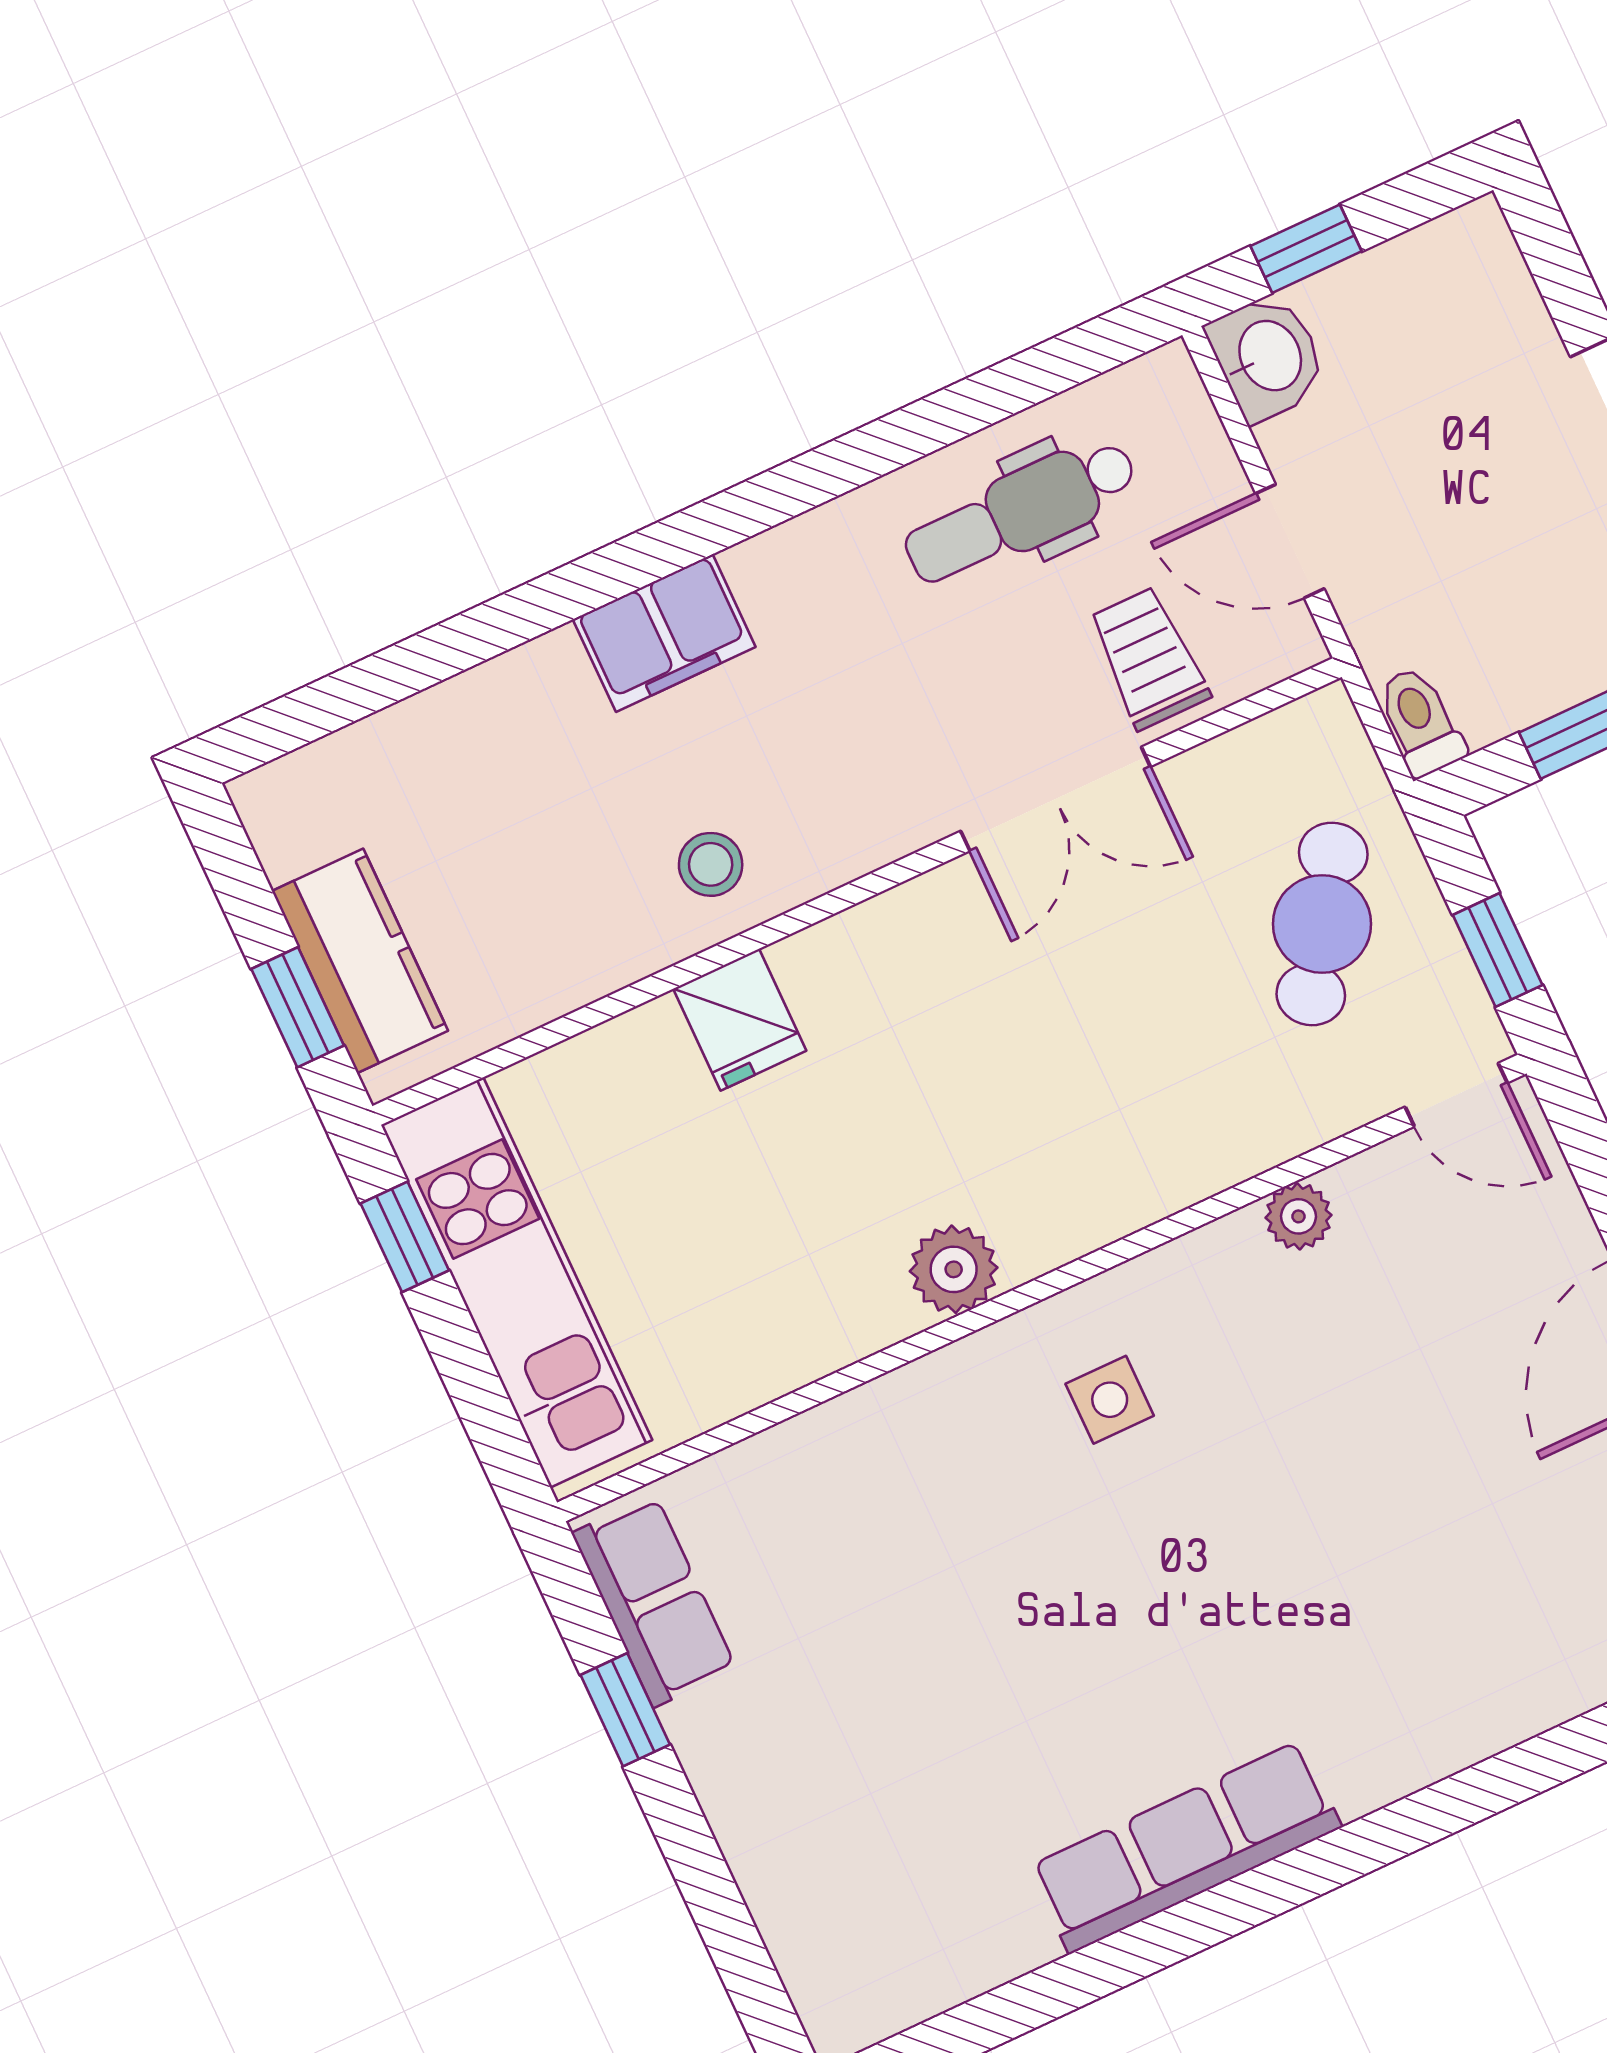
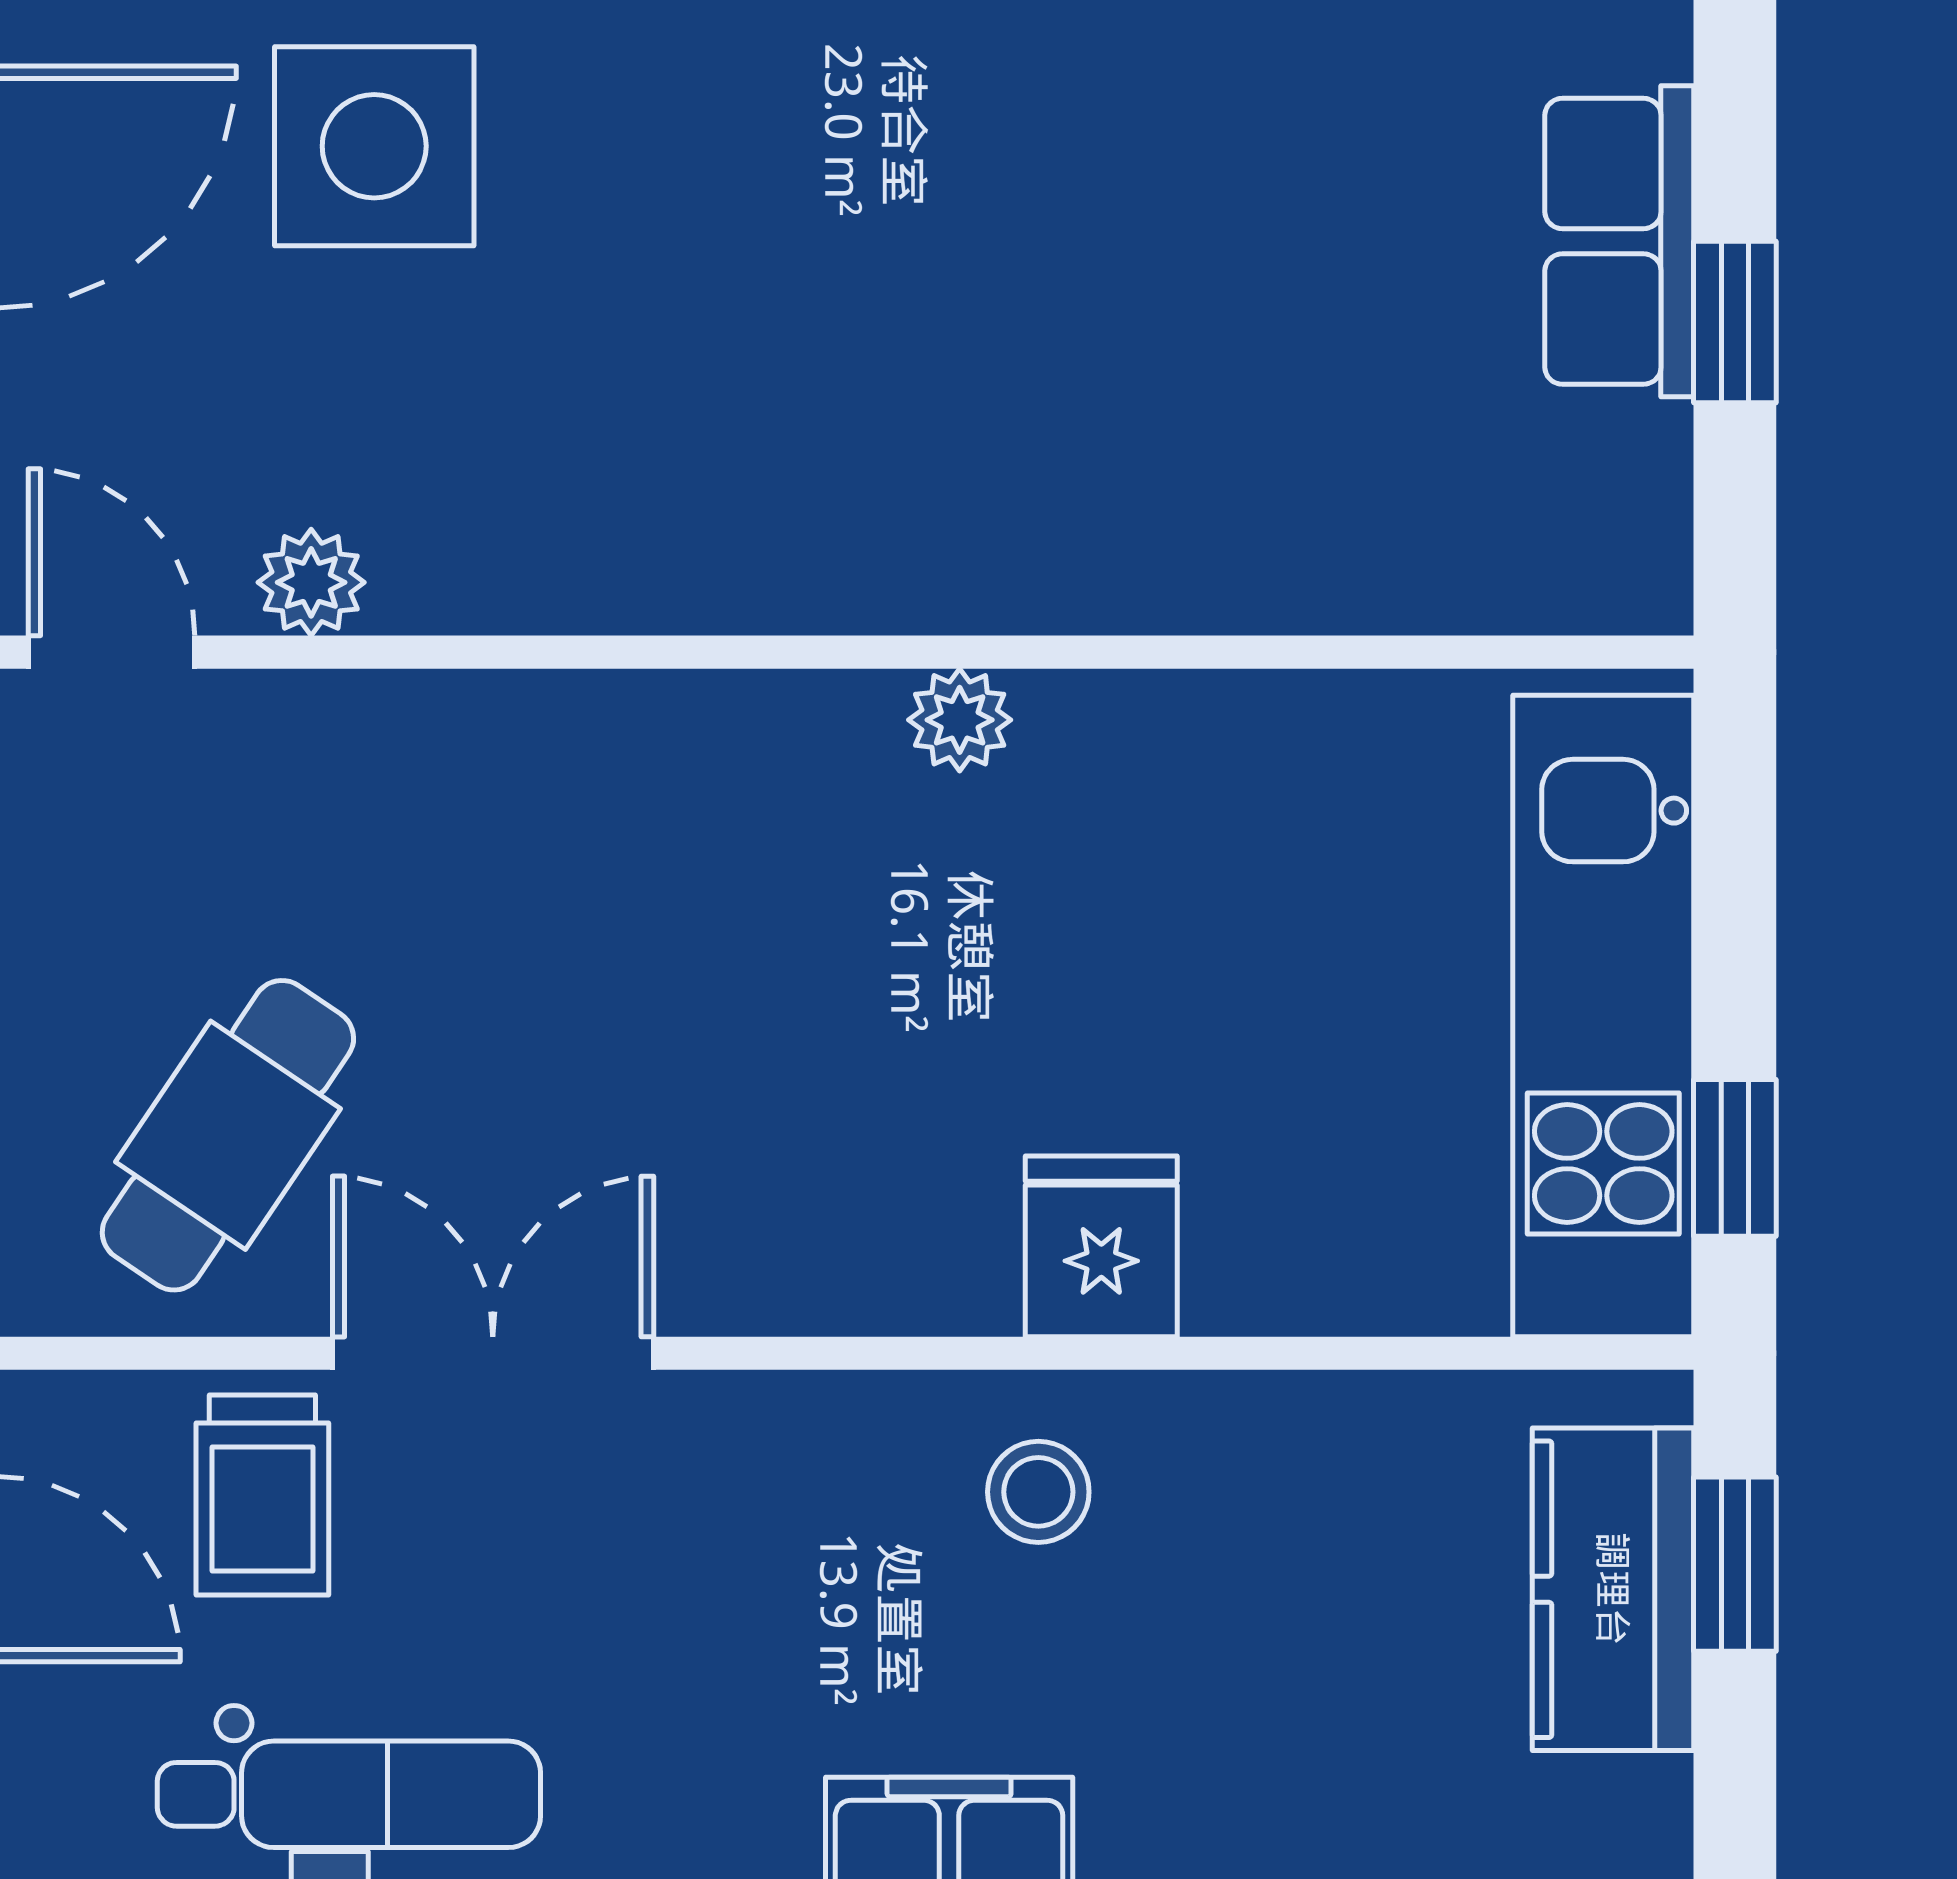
cafe table: (1322, 924) -> (228, 1135), moved
plant: (1298, 1216) -> (311, 582), moved
plant: (954, 1269) -> (960, 720), width x0.73, depth x0.73
side table: (1110, 1400) -> (374, 146), moved, width x1.87, depth x1.87
row of seats: (654, 1601) -> (1619, 241), moved

